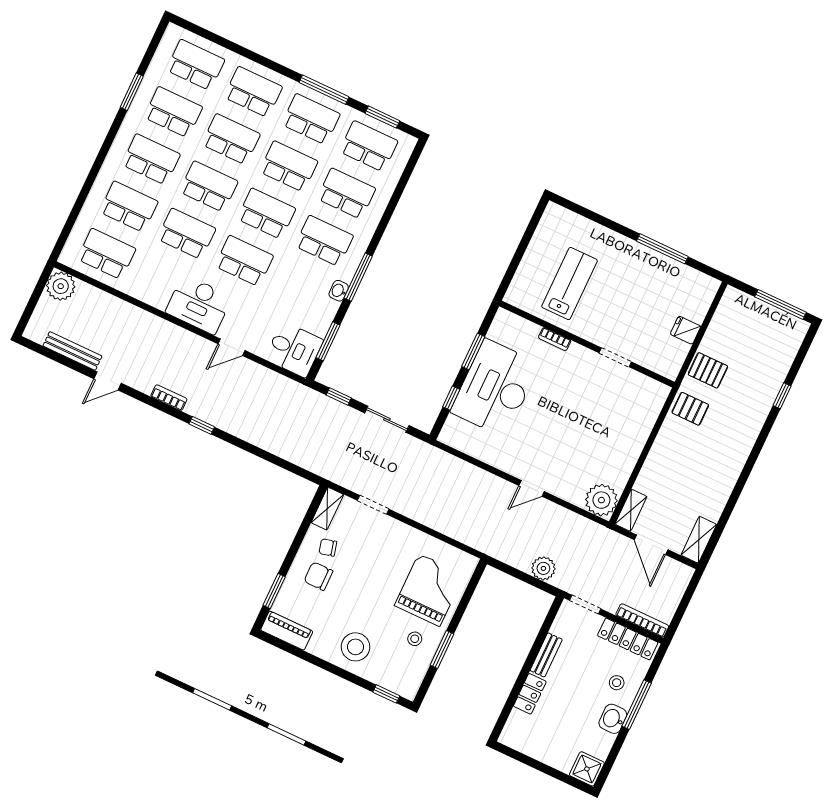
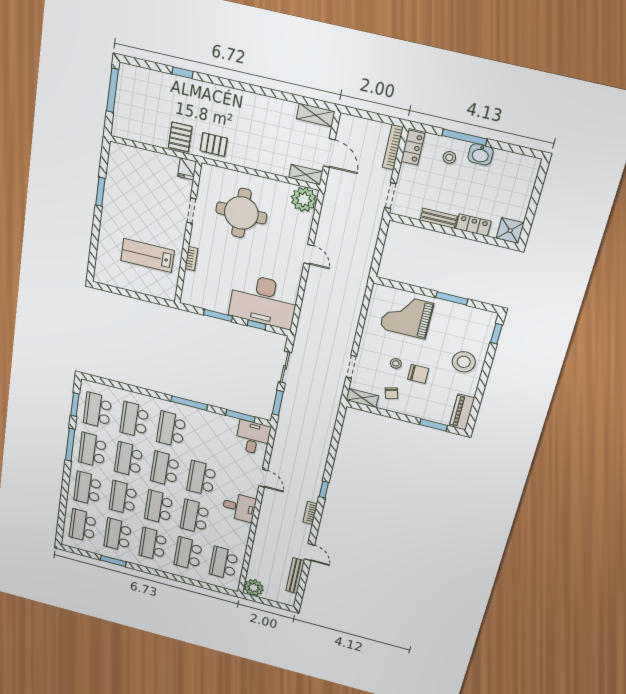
window: (662, 249) -> (100, 192), width x0.69
washbasin: (339, 291) -> (203, 414), removed
desk: (199, 304) -> (239, 507), width x0.73
fridge: (686, 330) -> (187, 169), moved
desk: (495, 388) -> (264, 301), moved
window: (339, 397) -> (278, 403), width x1.50
pallet: (690, 409) -> (214, 144), turned 90
round table: (600, 419) -> (241, 213), added
door: (651, 545) -> (329, 153), hinge flipped
plant: (543, 568) -> (369, 234), removed
chair: (318, 576) -> (418, 374), moved, turned -90
stool: (415, 639) -> (396, 363), moved
locker: (628, 639) -> (413, 148), width x0.66
shower: (587, 769) -> (510, 231), moved

